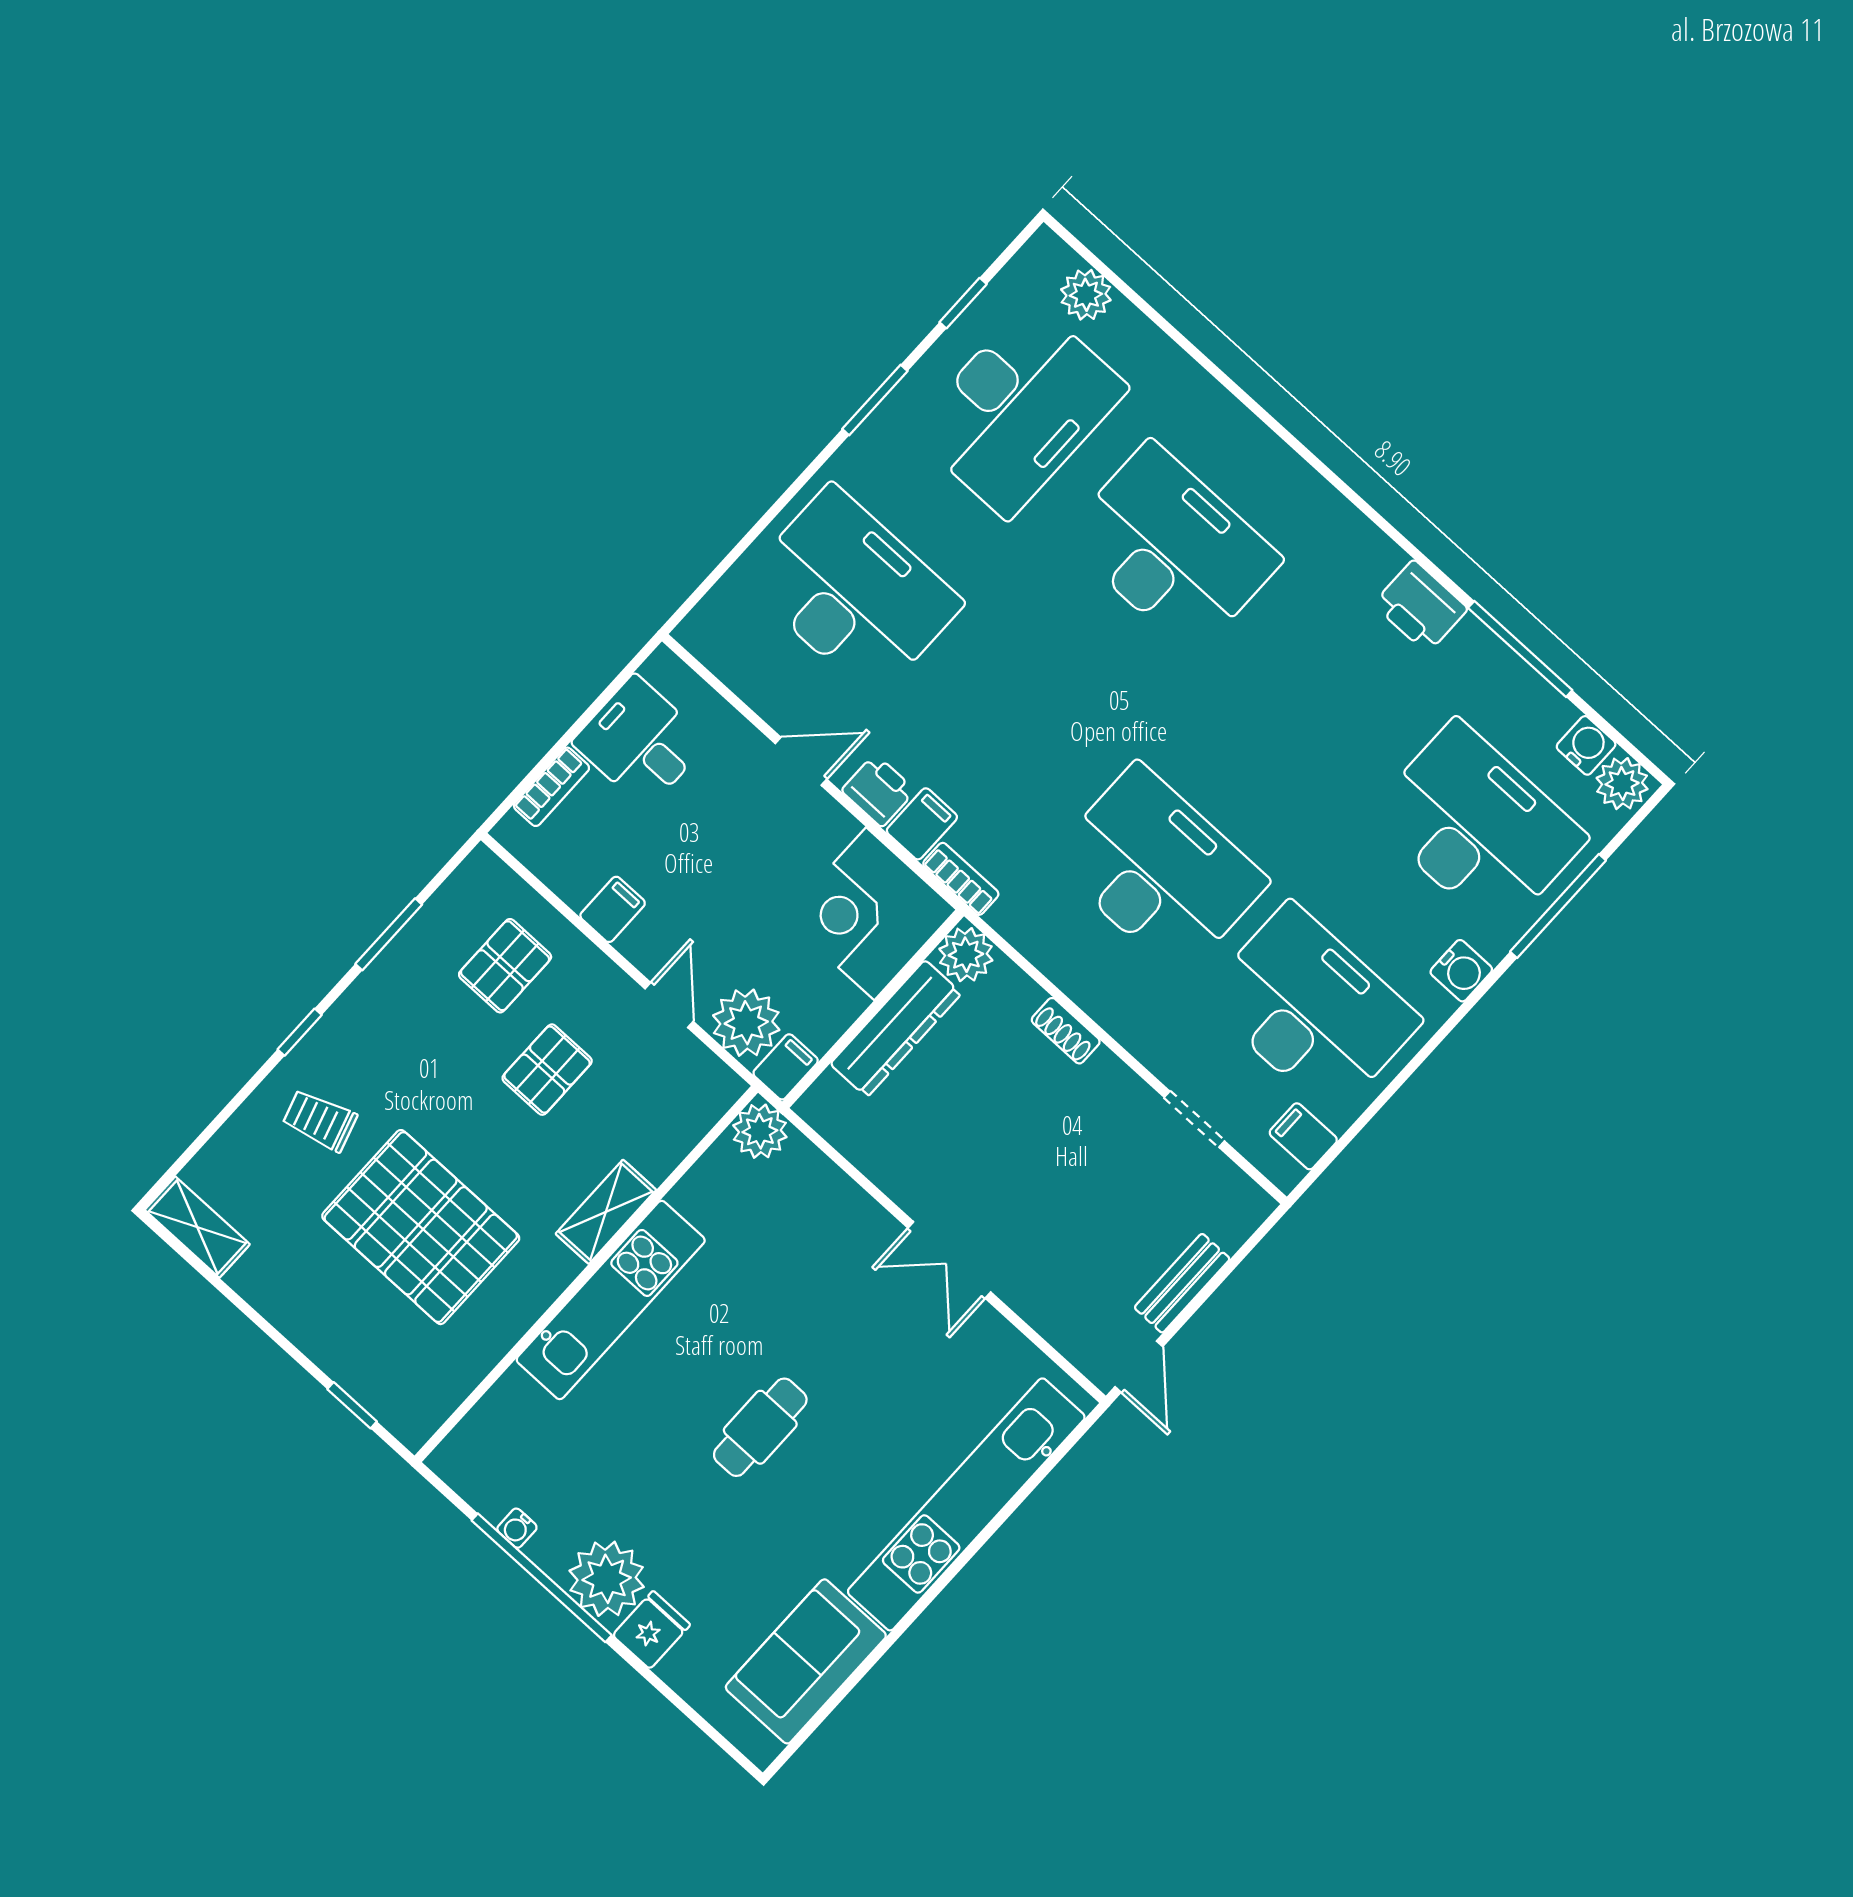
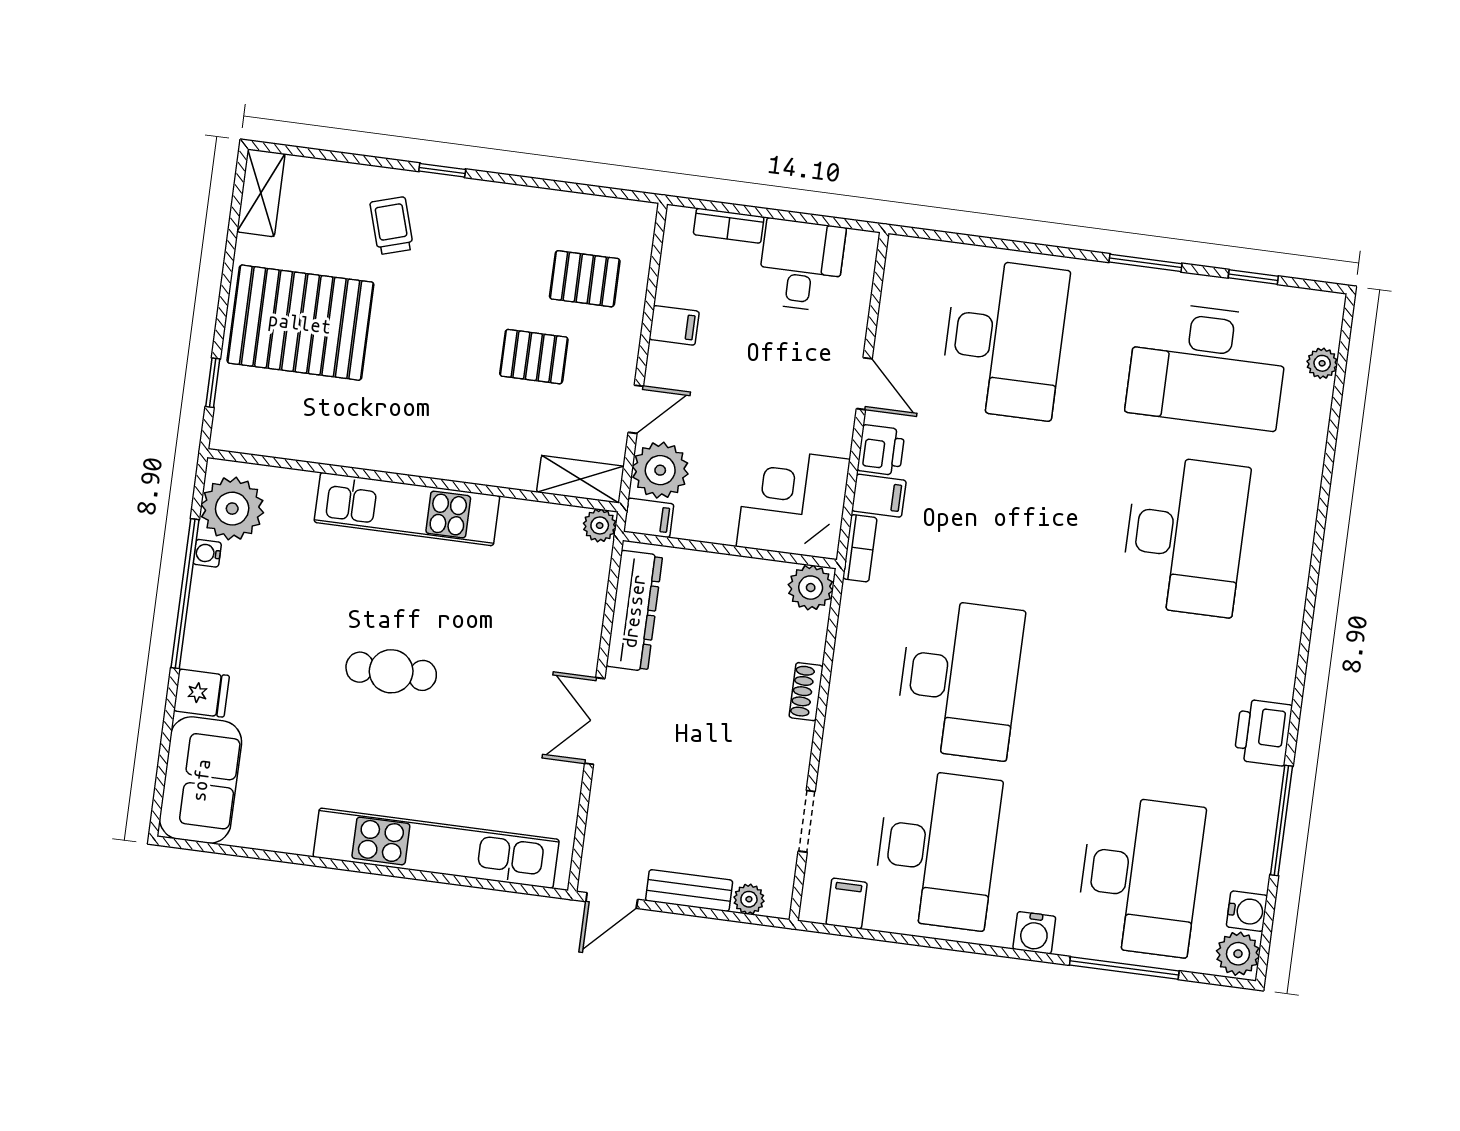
plant: (1086, 295) -> (1322, 363), width x0.73, depth x0.73
window: (389, 934) -> (551, 185), removed
dresser: (896, 1029) -> (634, 611), moved, turned -90
plant: (760, 1131) -> (600, 525), width x0.73, depth x0.73
shelving: (606, 1212) -> (580, 479), moved
pallet: (421, 1227) -> (300, 323), moved, turned 90
plant: (1232, 1230) -> (749, 899), added
plant: (607, 1579) -> (232, 509), moved
sofa: (806, 1661) -> (201, 780), moved, turned 90

